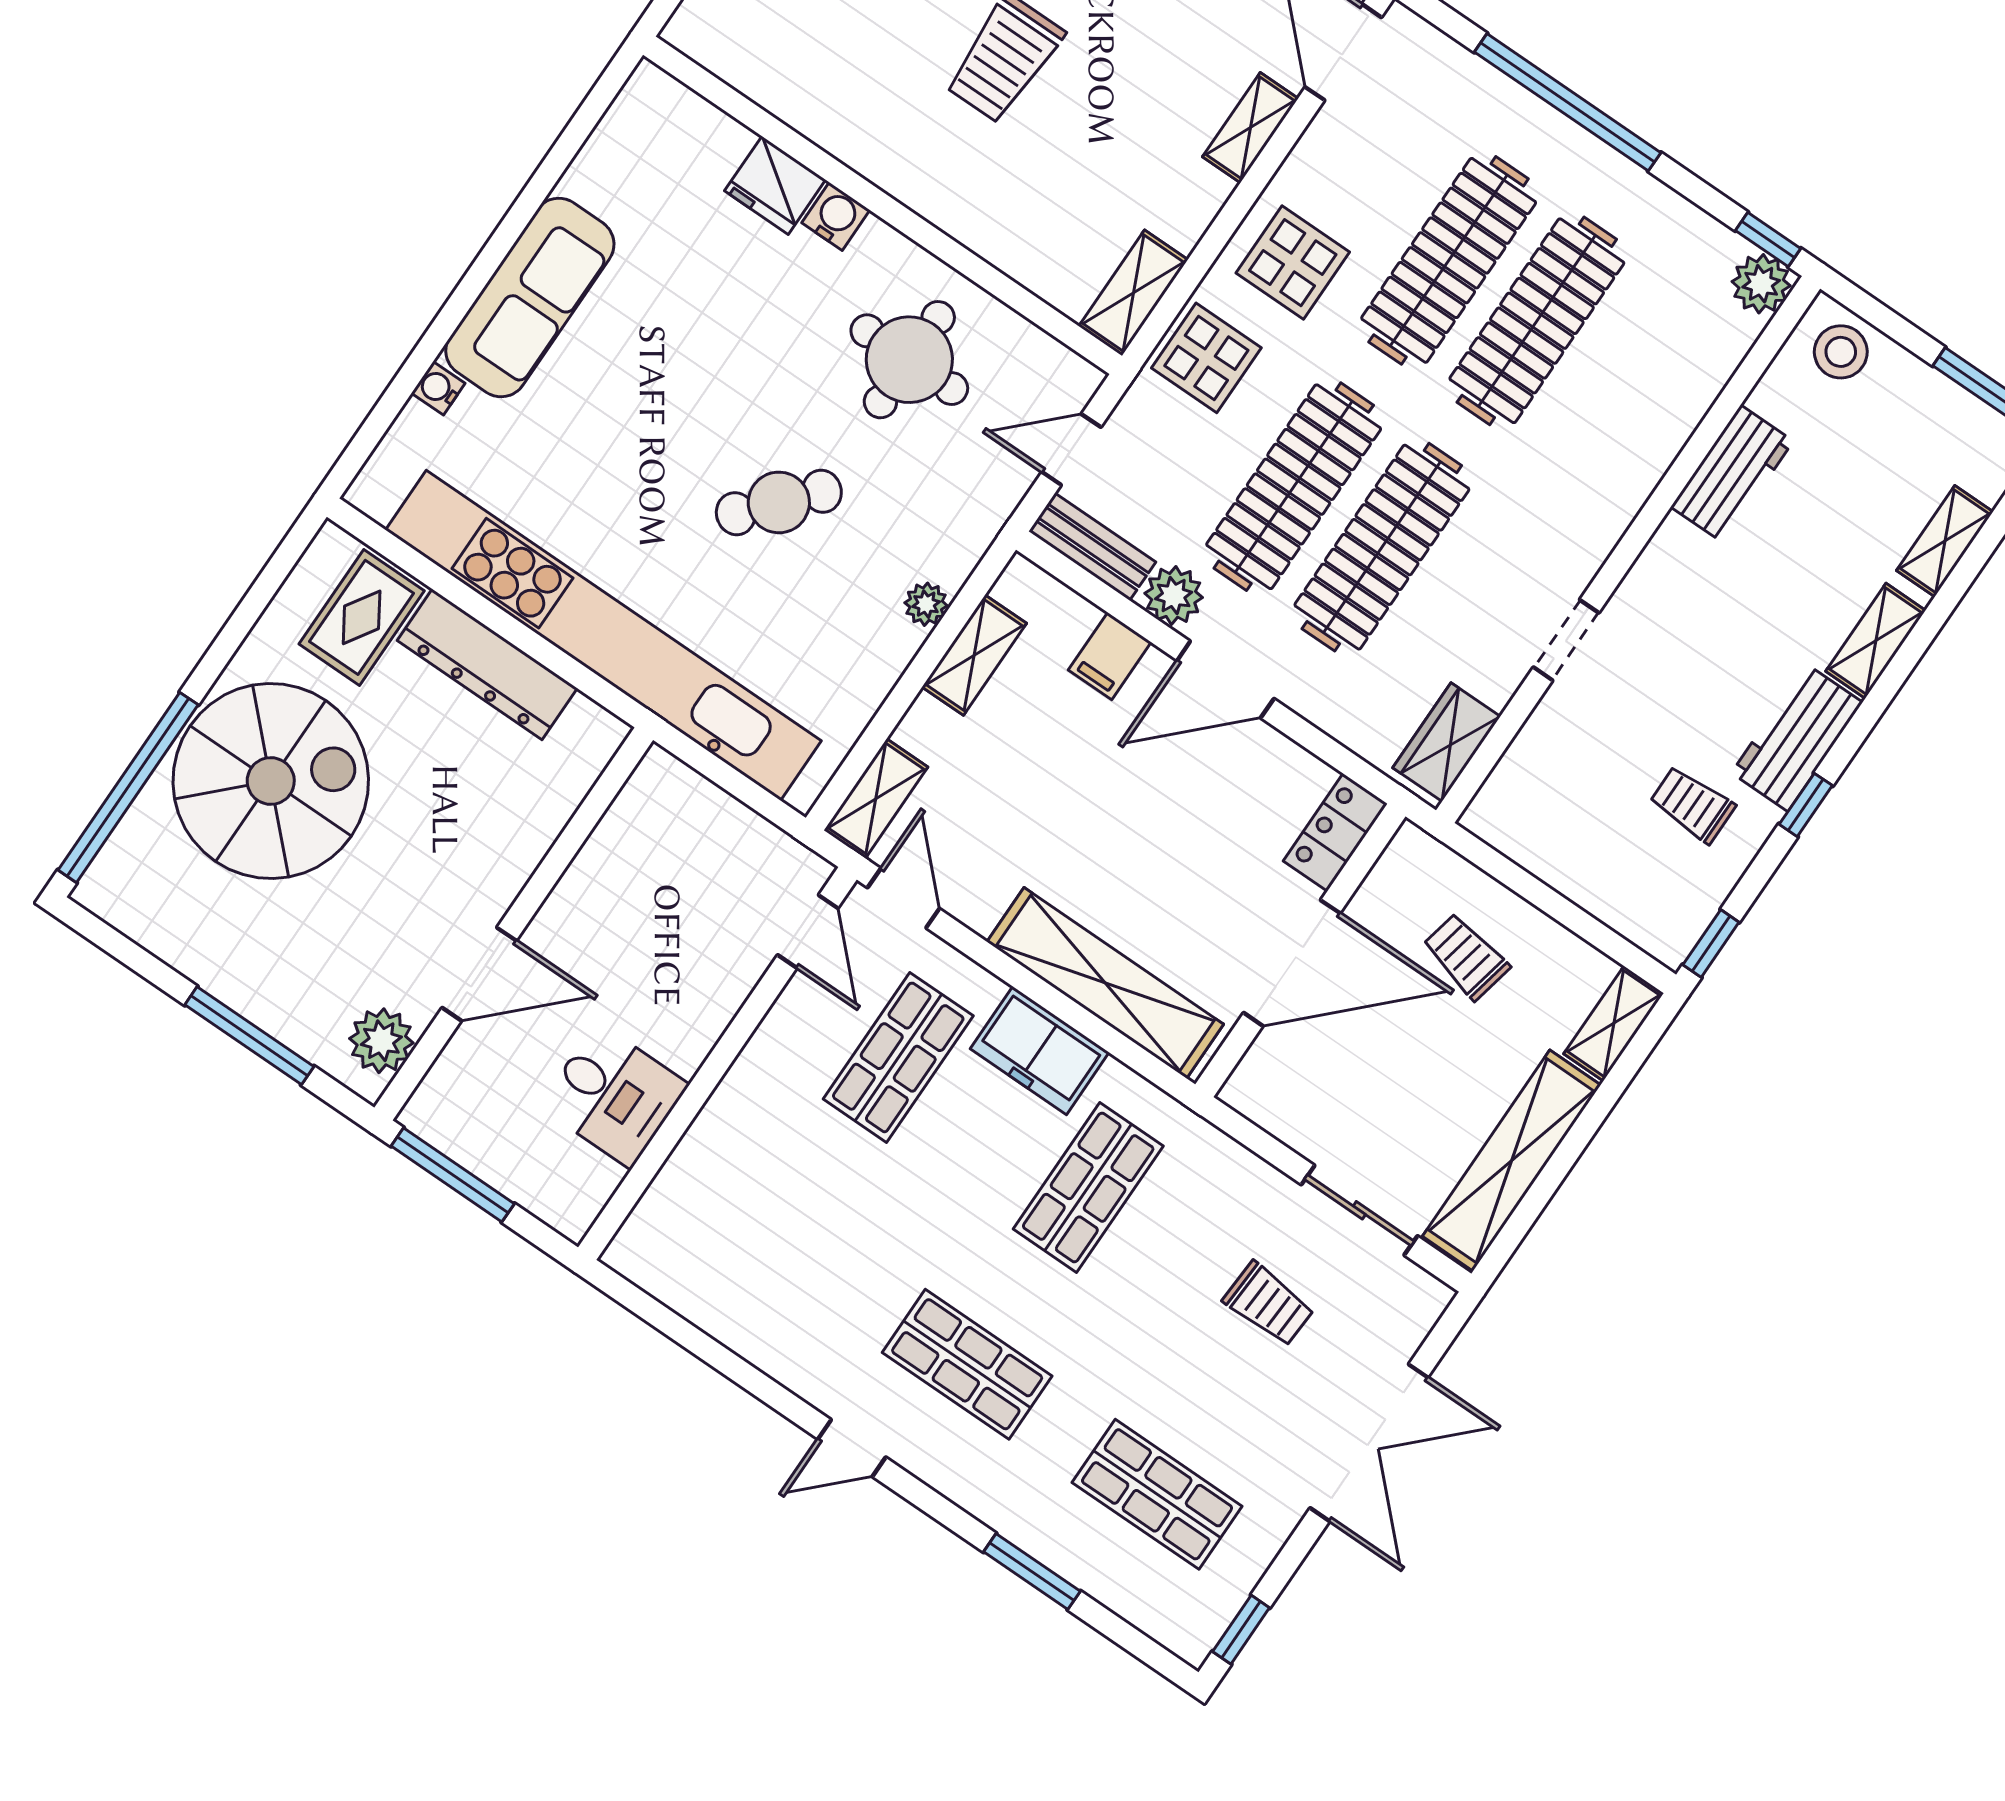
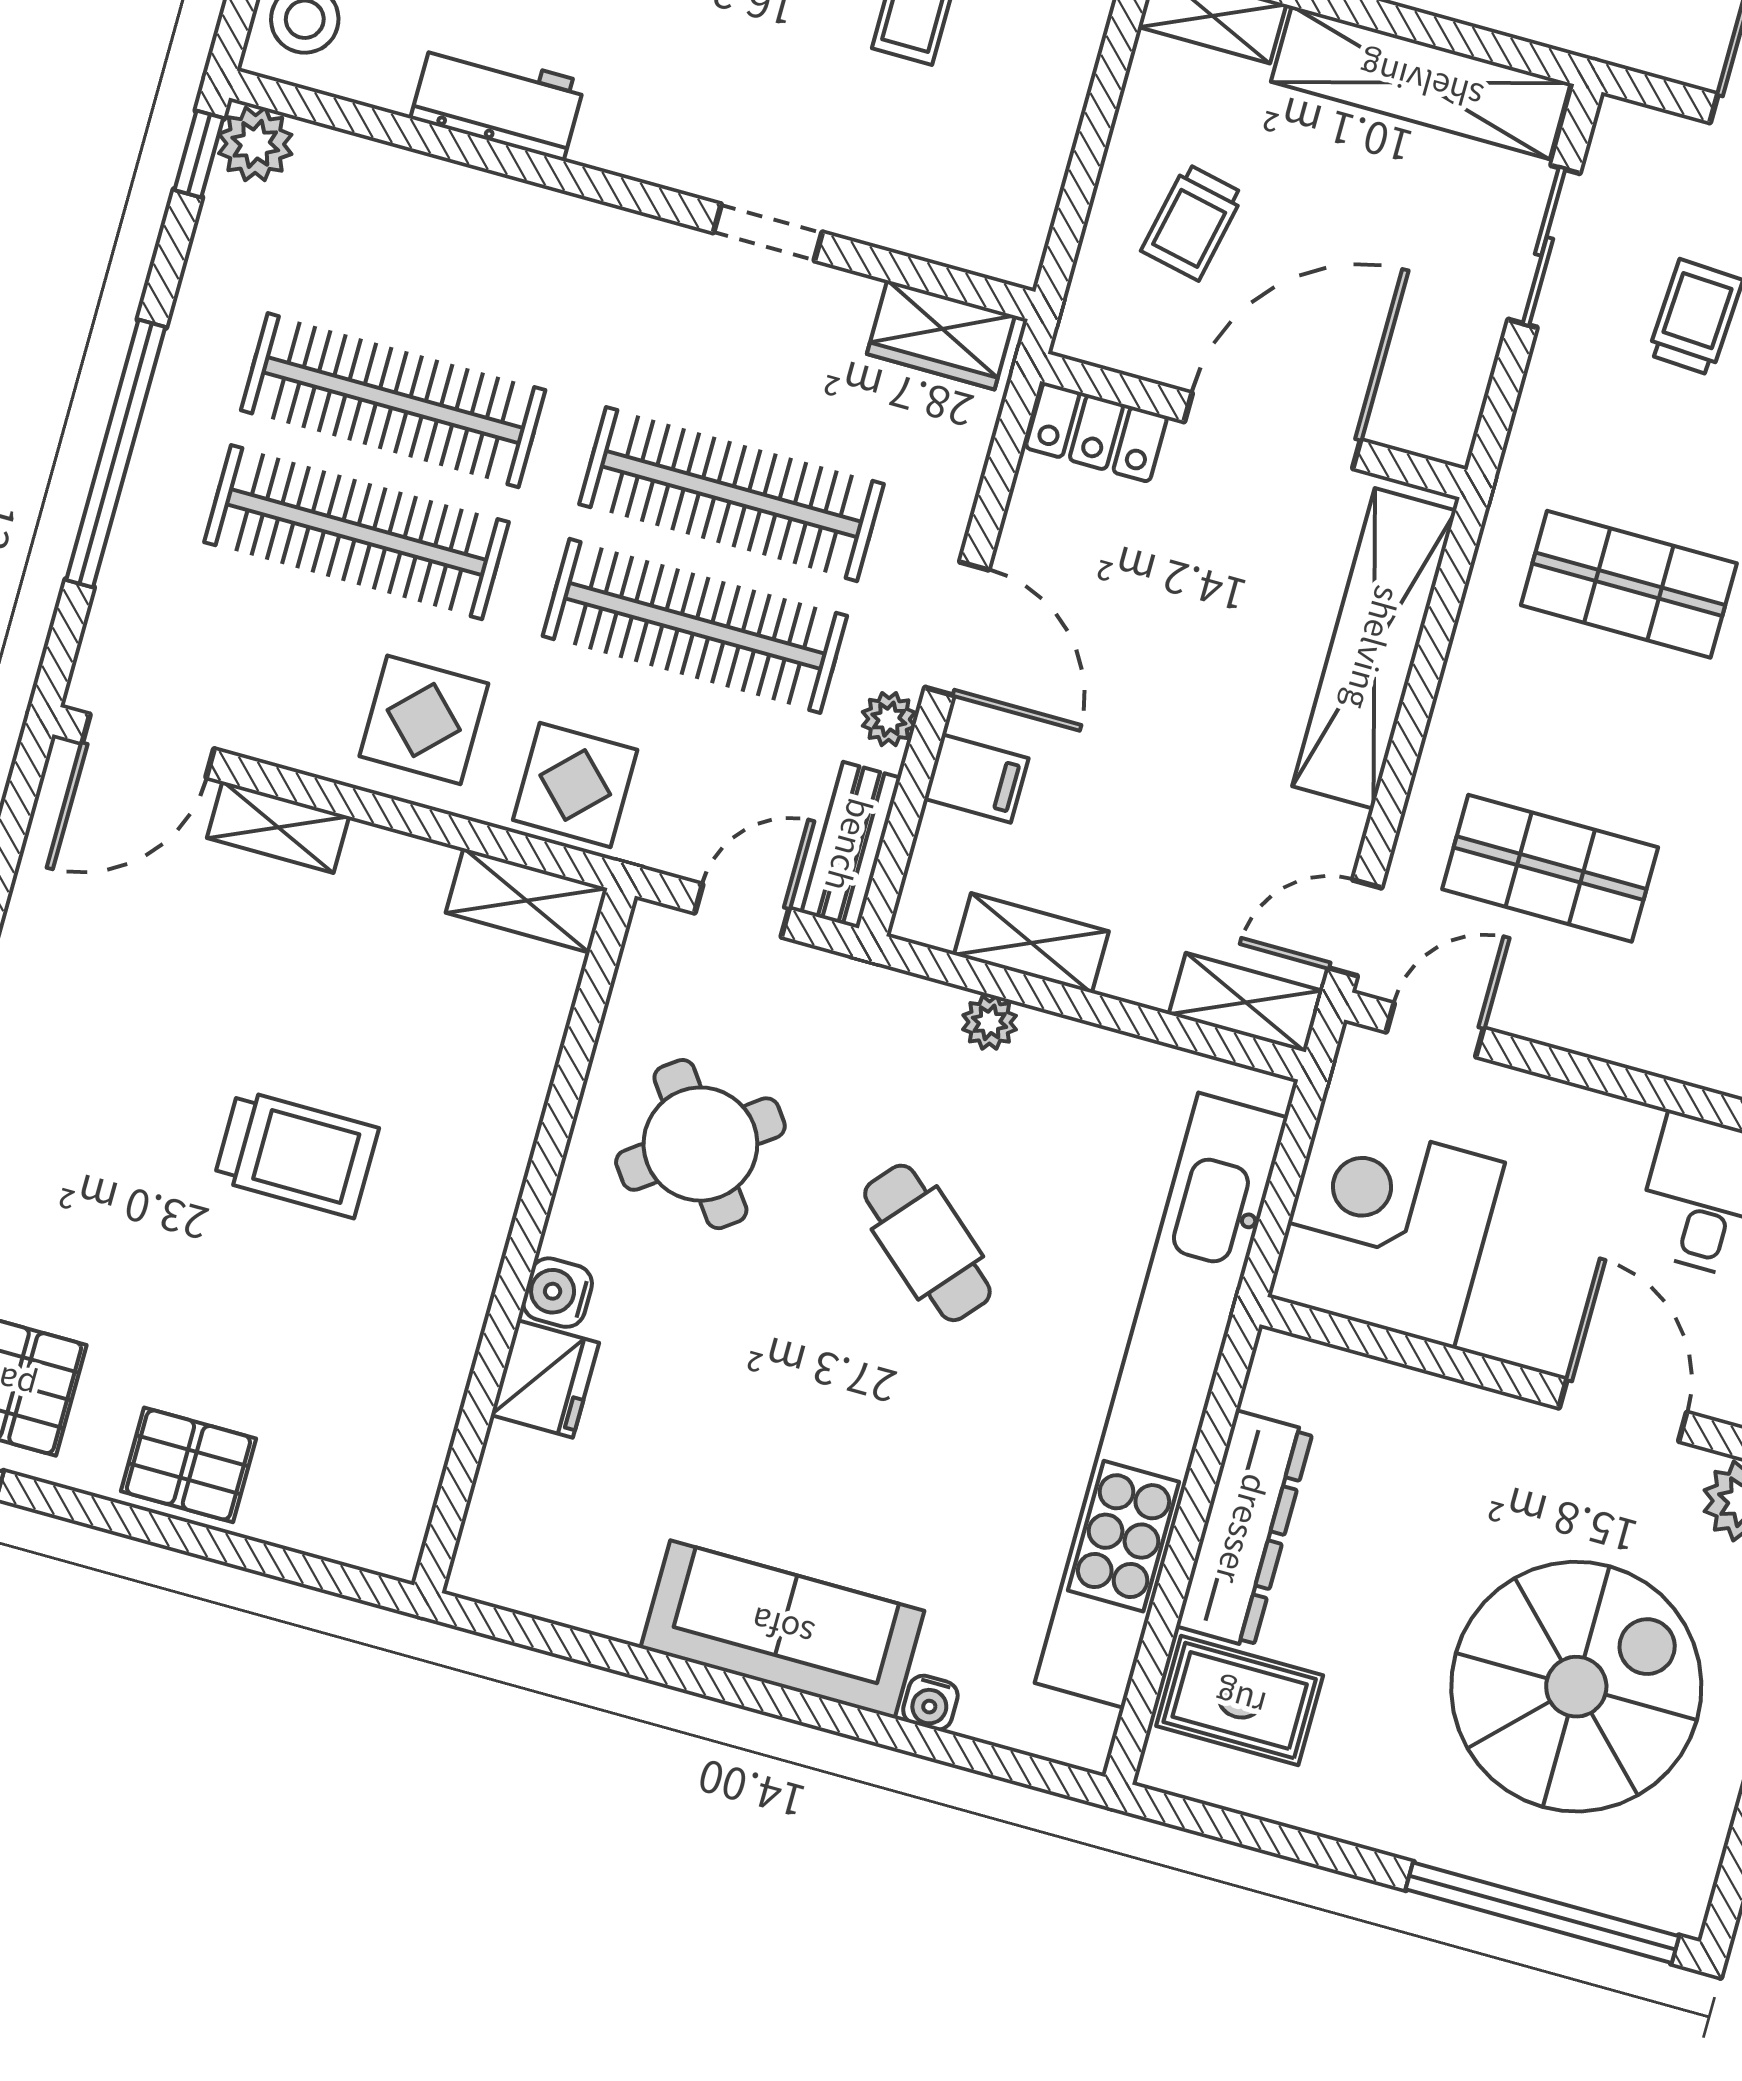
round table: (909, 360) -> (700, 1144), turned -36
door: (1071, 449) -> (742, 911), swing flipped
plant: (1174, 595) -> (889, 719), width x0.73, depth x0.73
spiral stairs: (271, 781) -> (1576, 1687), moved, turned 90
corner desk: (673, 845) -> (1386, 1230), added
door: (1292, 963) -> (1272, 431), hinge flipped
freezer: (1040, 1051) -> (1483, 700), removed

